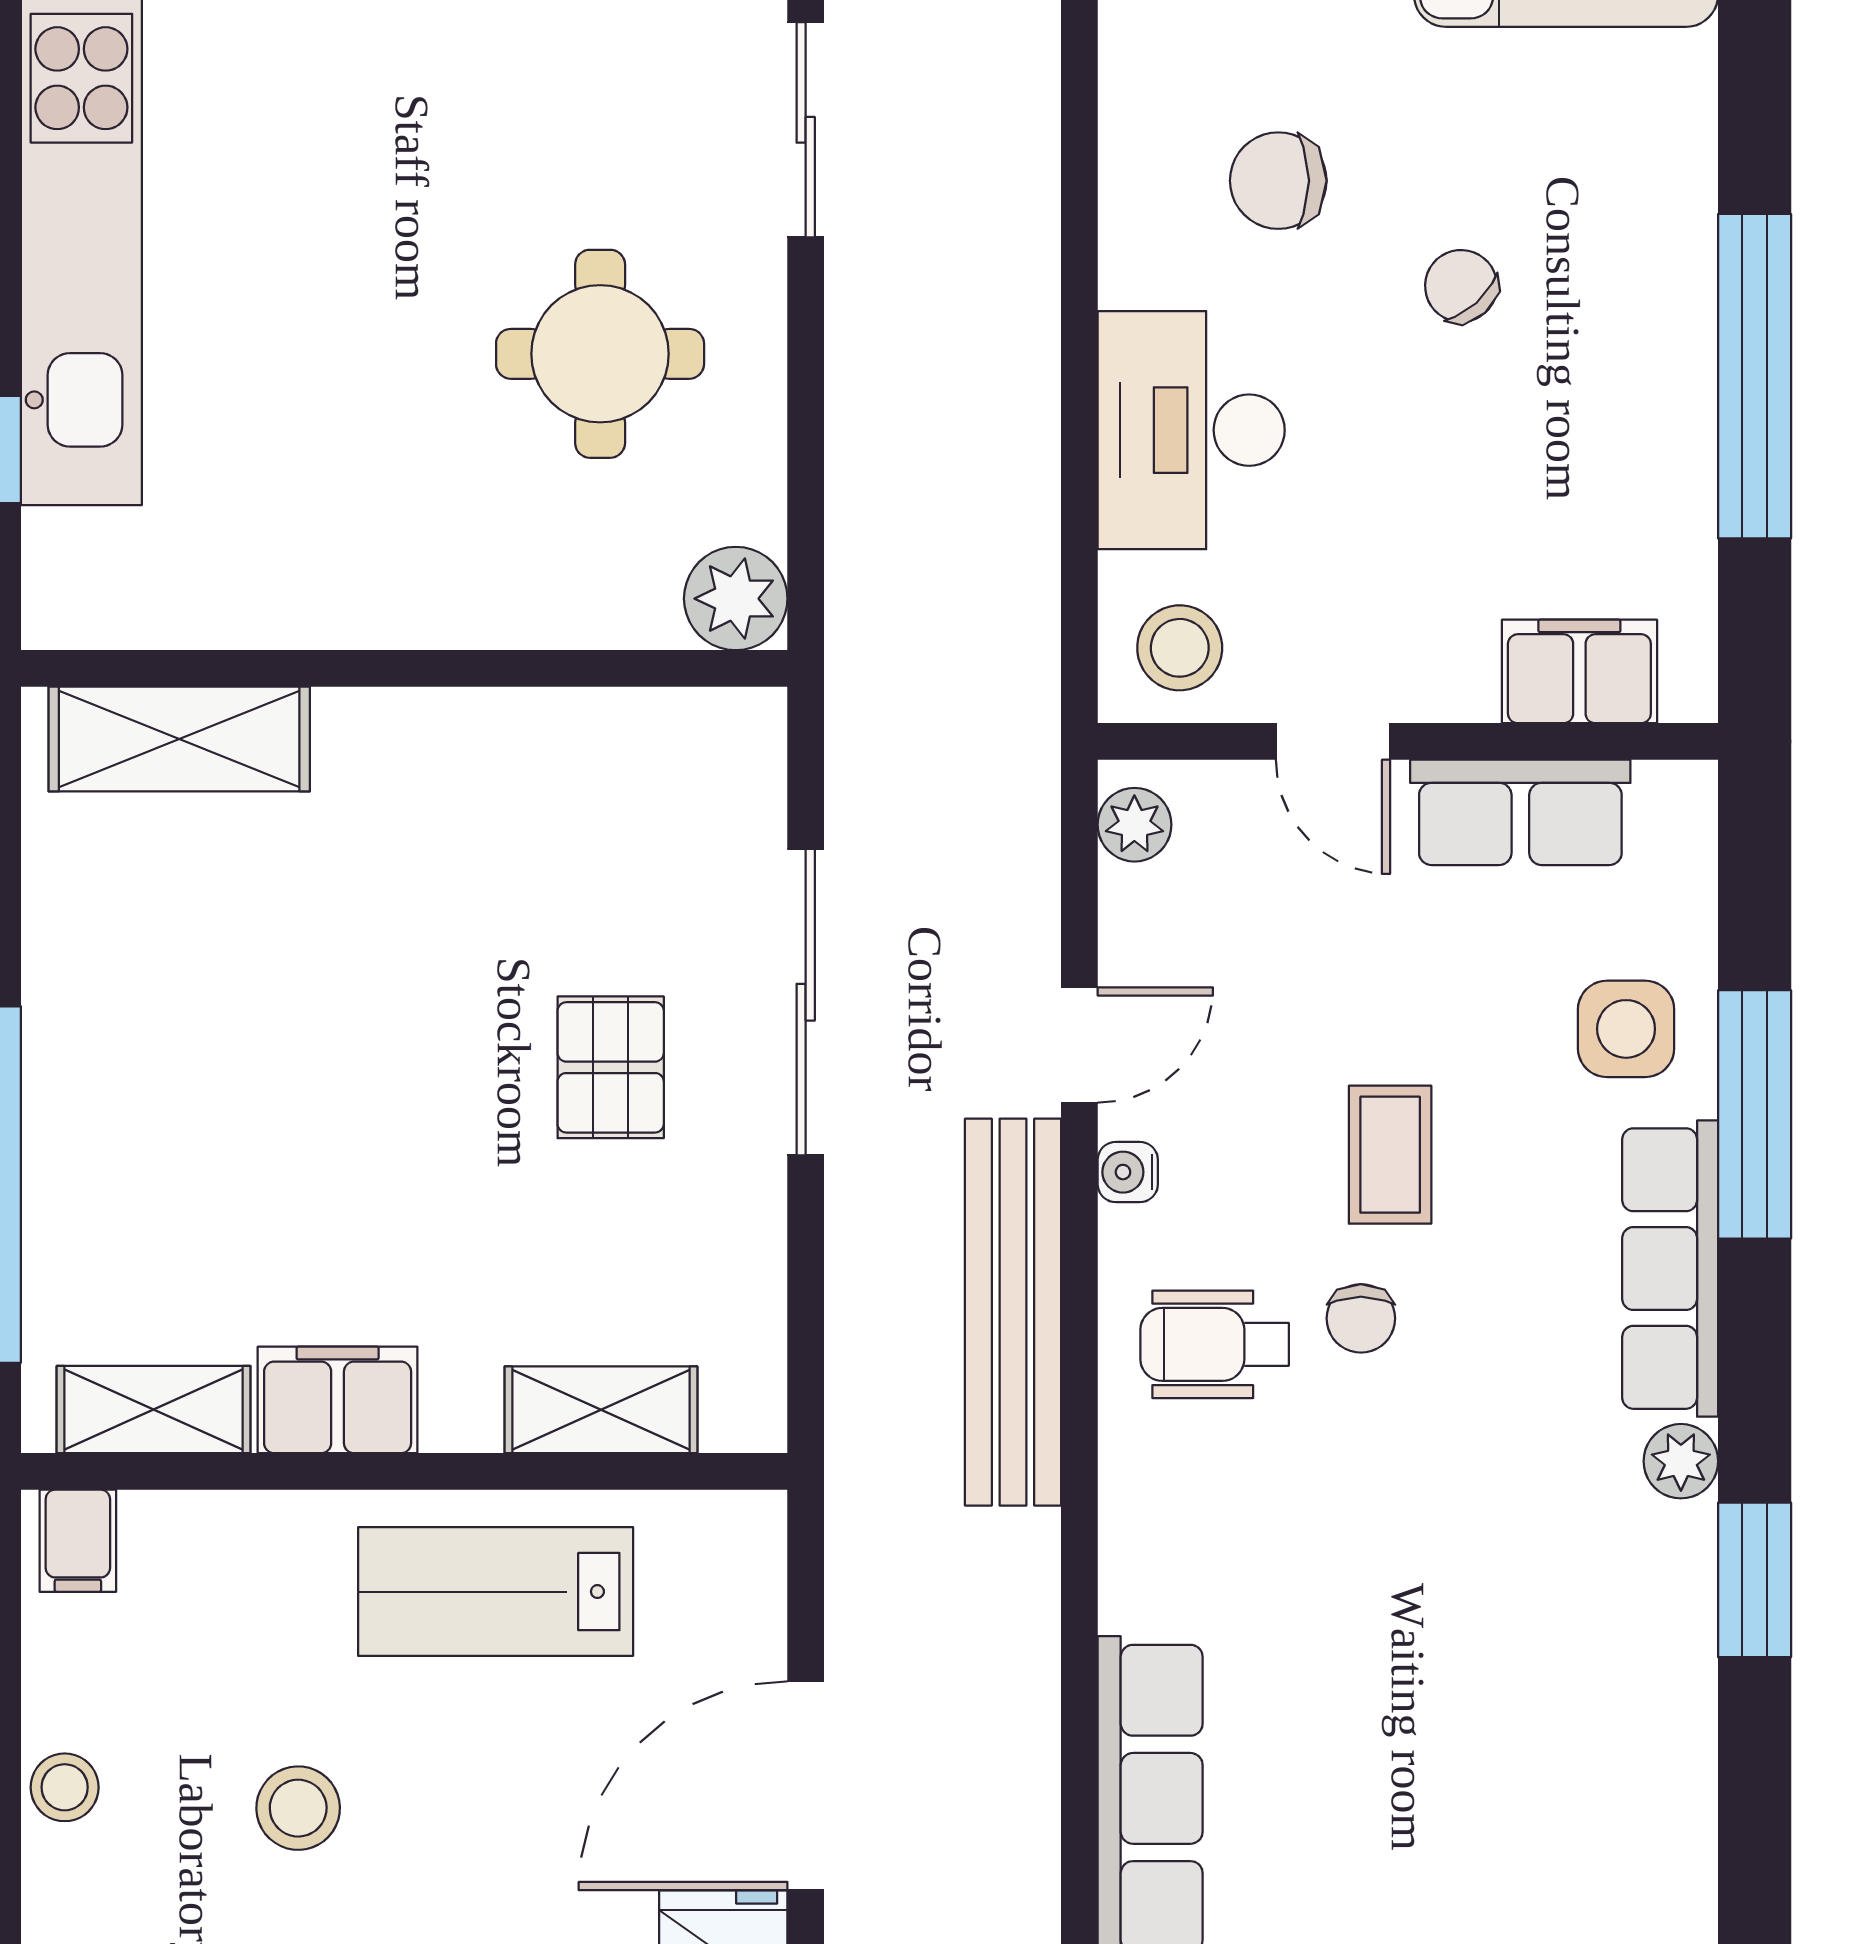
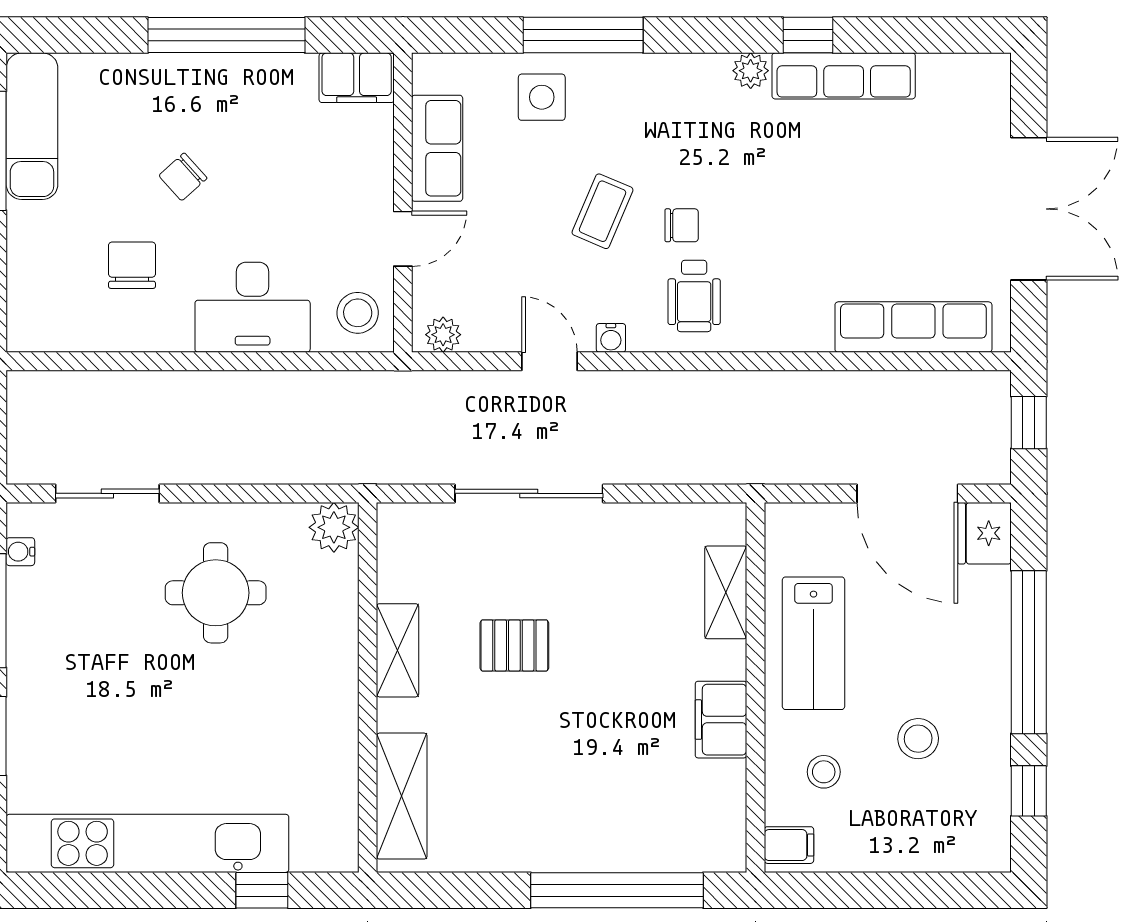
chair: (1278, 181) -> (132, 265), turned 180
filing cabinet: (1579, 671) -> (357, 78), moved, turned -90
pallet: (611, 1067) -> (514, 645), moved
coffee table: (1390, 1155) -> (603, 211), turned -67
row of seats: (1670, 1269) -> (844, 76), moved
bench: (1013, 1312) -> (679, 393), removed
shelving: (154, 1410) -> (398, 650), moved
window: (1755, 1580) -> (808, 35), width x0.67
stool: (65, 1787) -> (824, 772), moved

